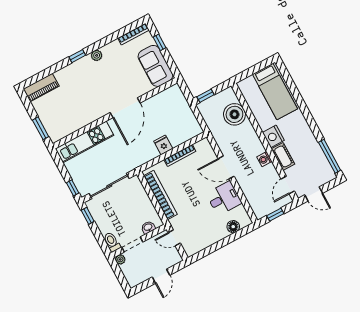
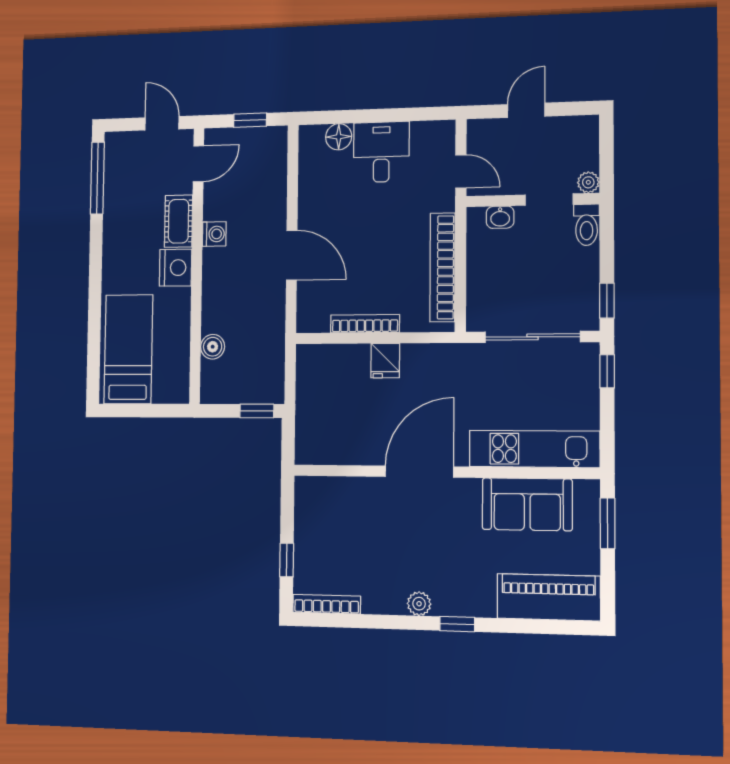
sofa: (155, 66) -> (527, 504), moved, turned 90
piano: (41, 88) -> (549, 597), width x1.37, depth x1.33
boiler: (234, 114) -> (213, 347), width x0.54, depth x0.54
desk: (224, 198) -> (381, 152), moved, turned 90

